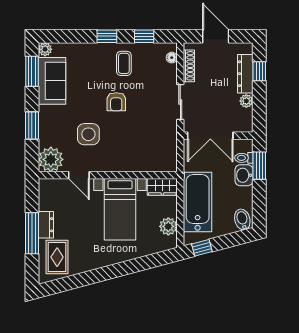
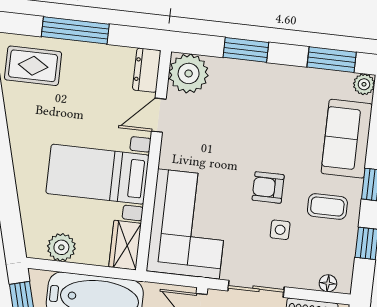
sofa: (52, 81) -> (347, 139), moved, turned 90
side table: (88, 134) -> (280, 230), moved, width x0.54, depth x0.54
corner sofa: (145, 149) -> (188, 224), added
dresser: (46, 225) -> (147, 70), moved, turned 90

